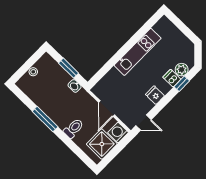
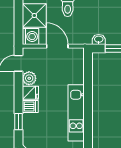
plant: (182, 70) -> (29, 78), moved
dishwasher: (172, 78) -> (30, 107), moved

